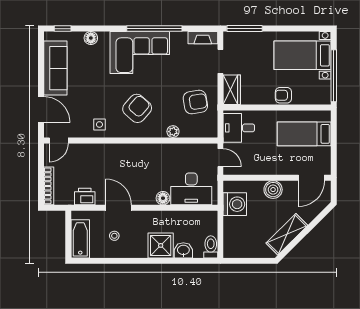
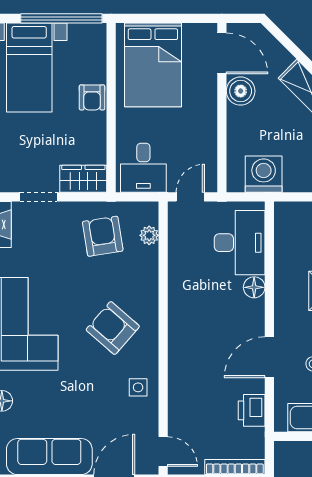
plant: (173, 132) -> (149, 235), moved
bed: (304, 134) -> (153, 65), width x1.50
boiler: (273, 190) -> (241, 91), moved

